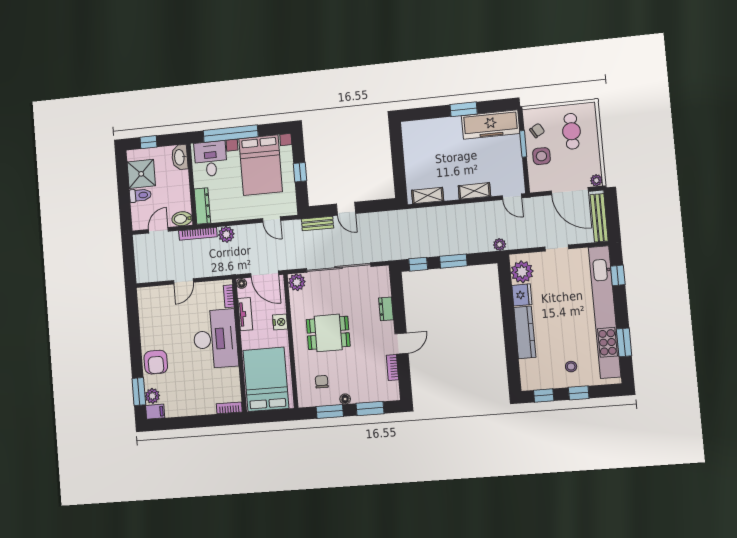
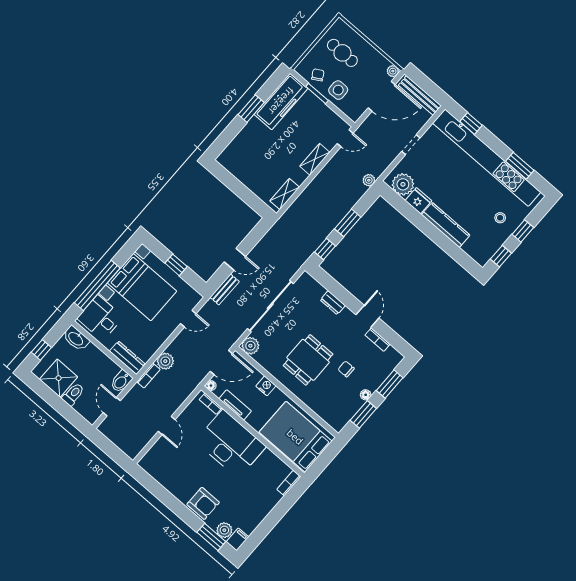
bookcase: (198, 234) -> (148, 376), width x0.64
chair: (322, 382) -> (346, 369), moved

